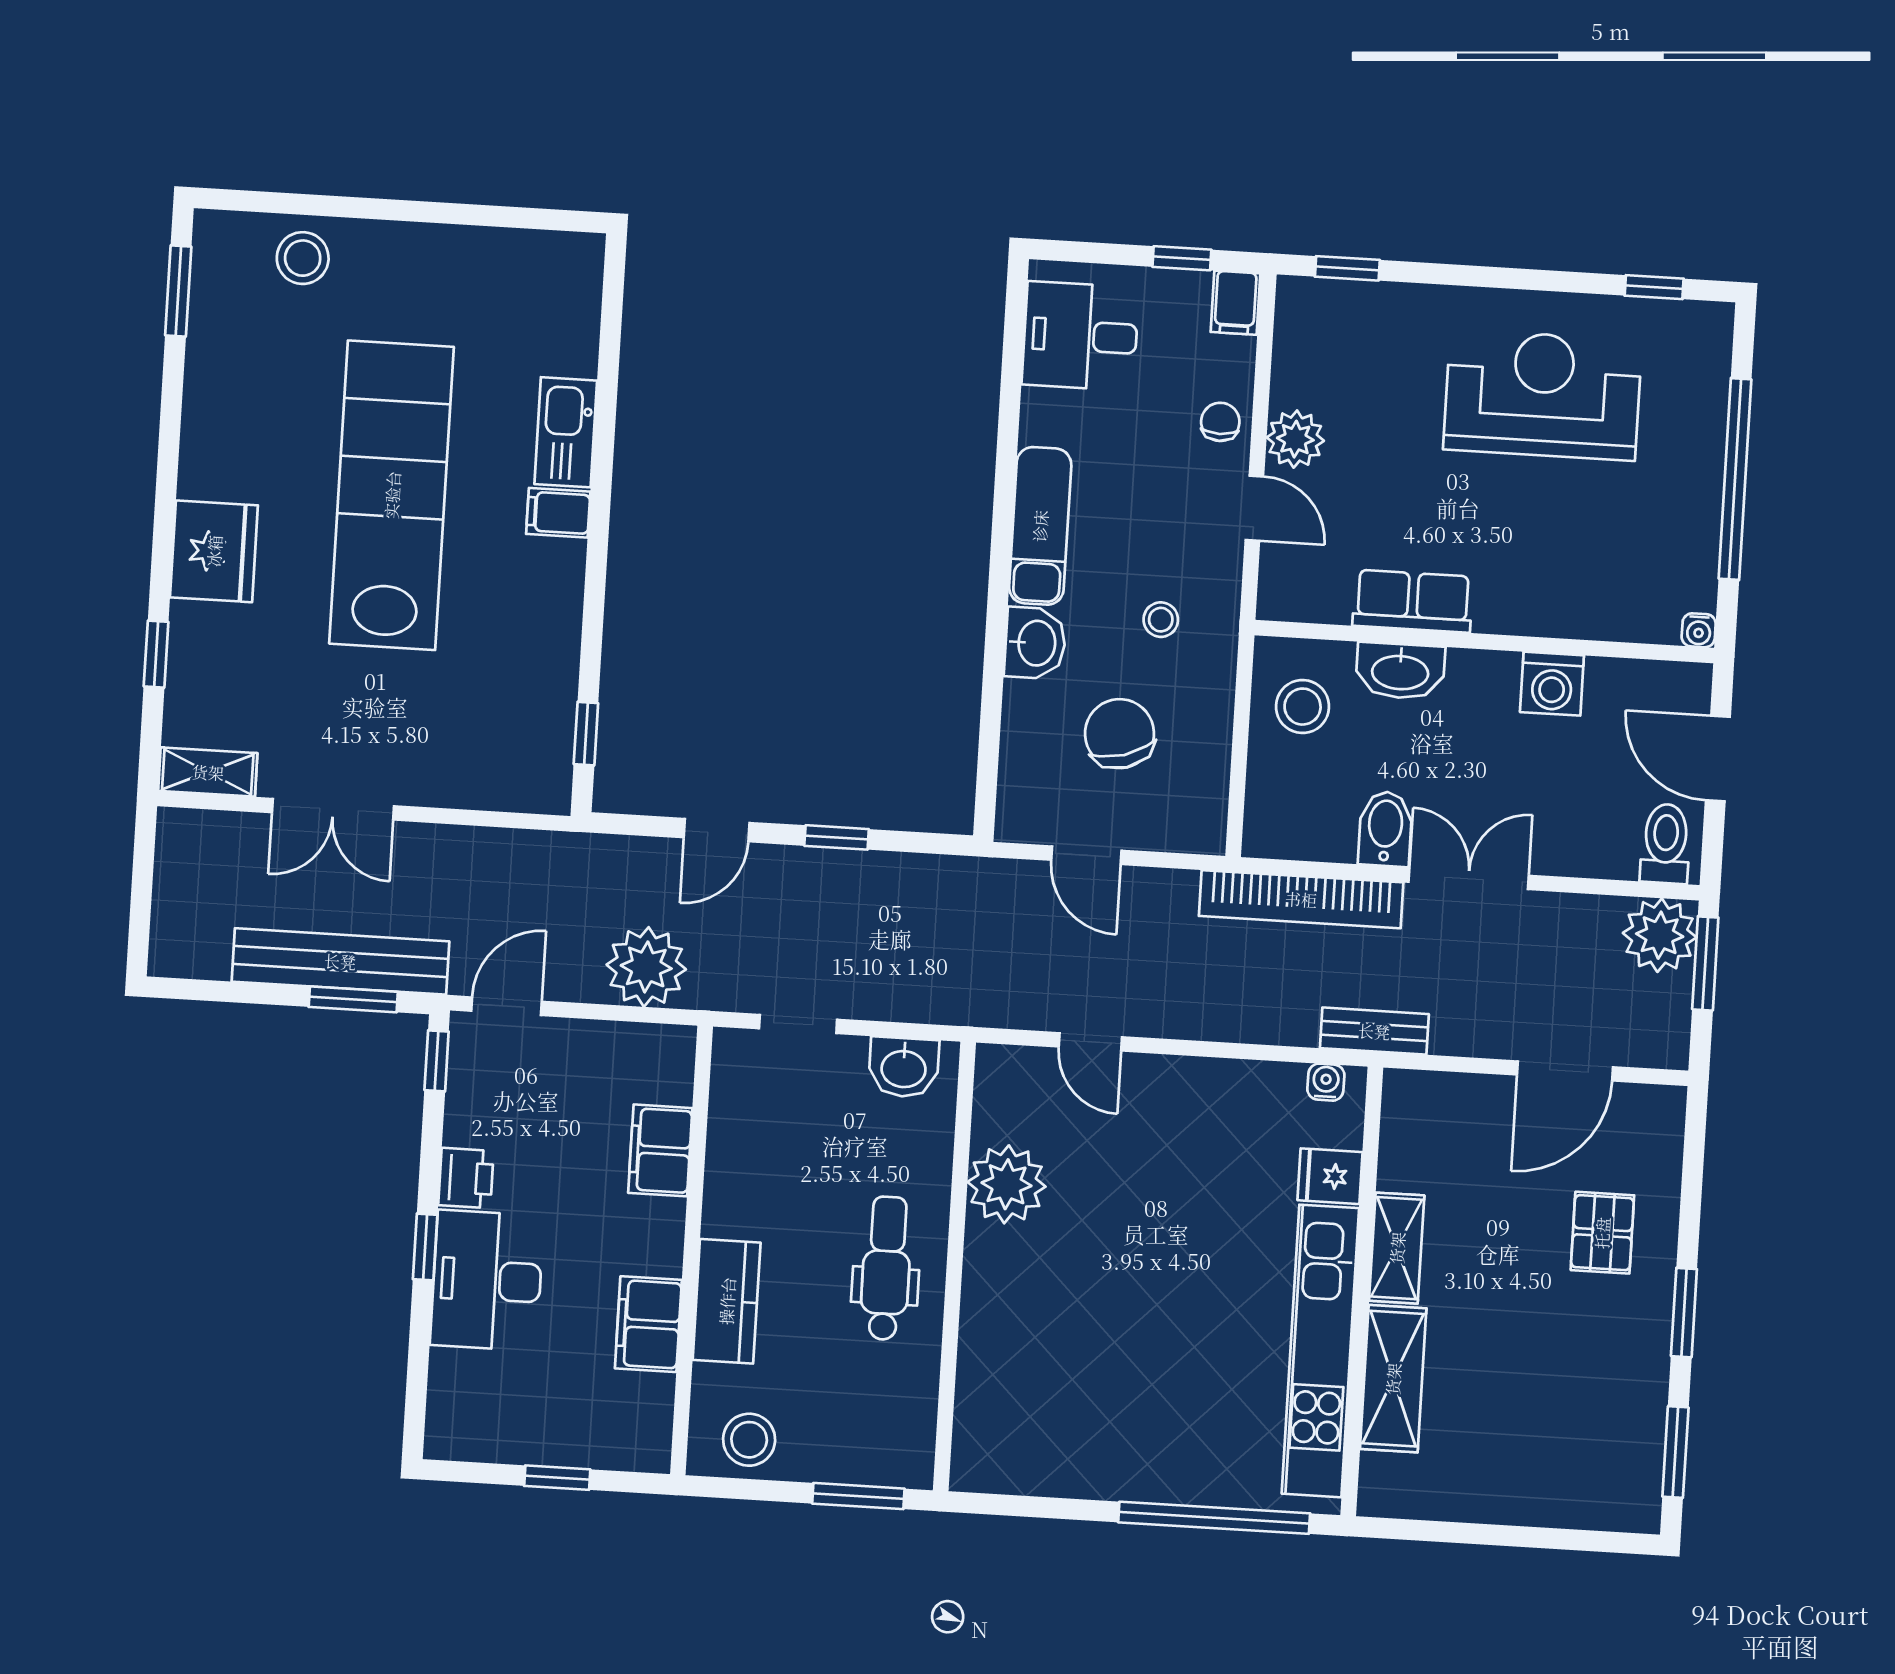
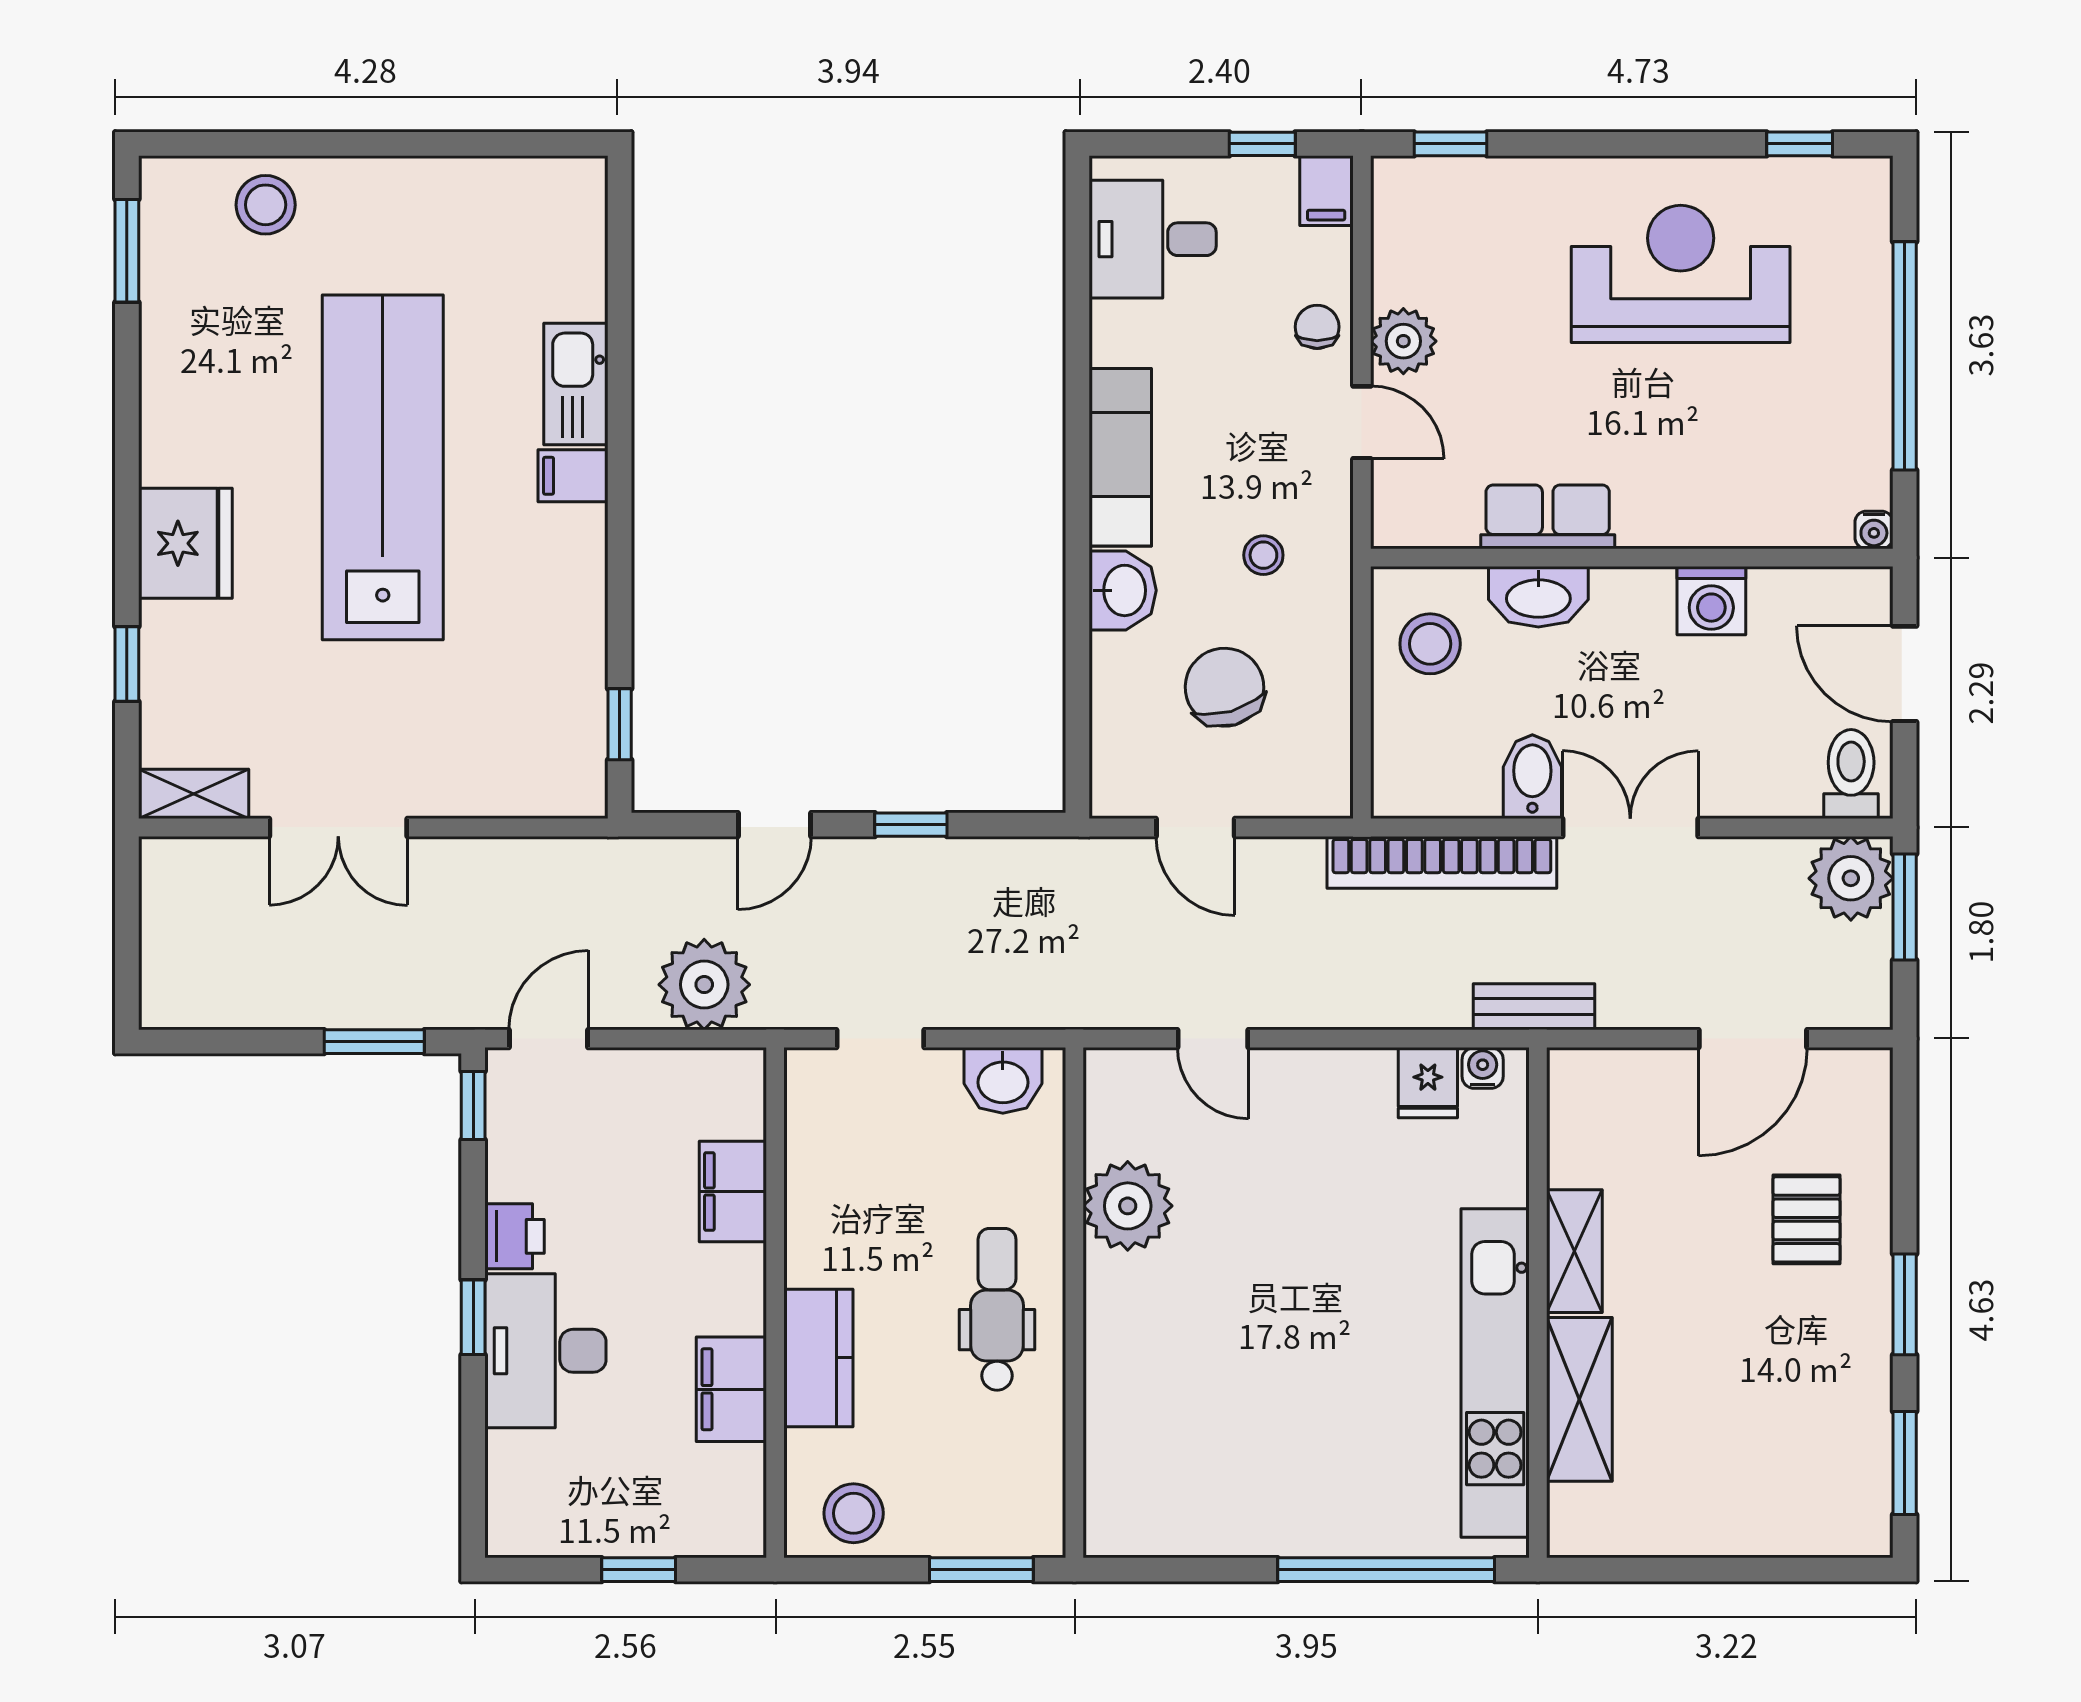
bench: (340, 961) -> (357, 999), removed
fridge: (1330, 1176) -> (1428, 1083), moved, turned -90

